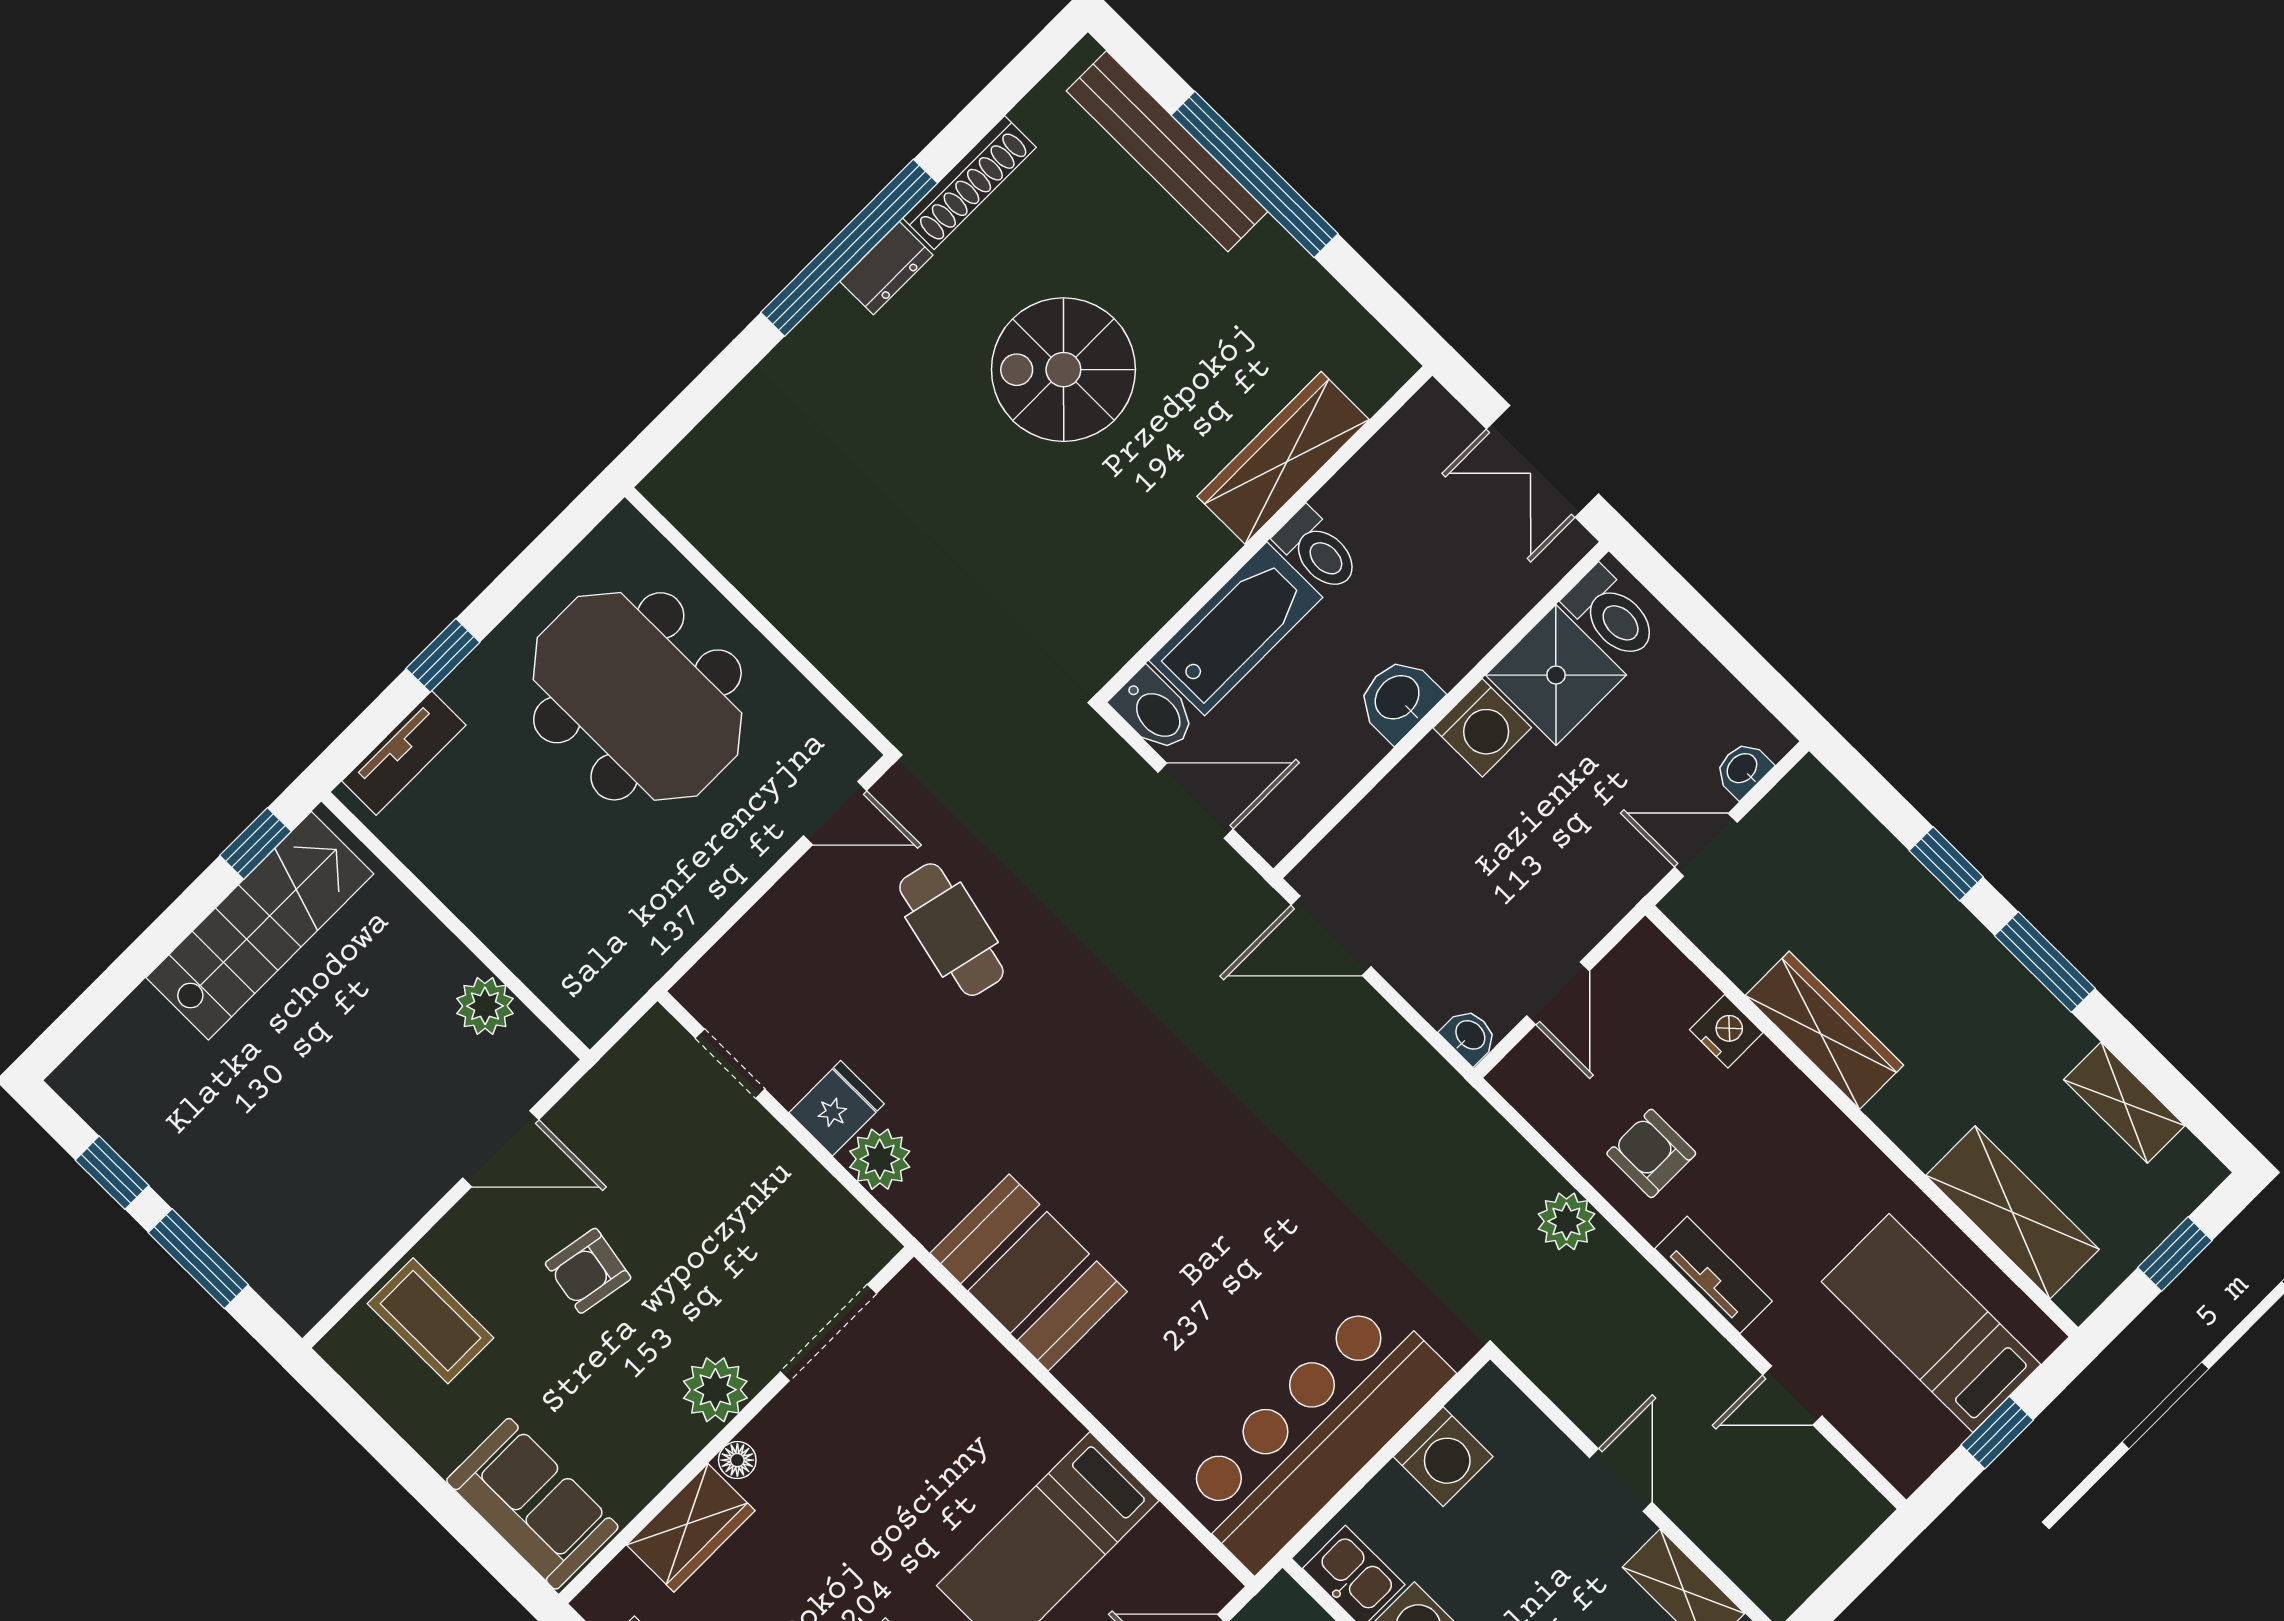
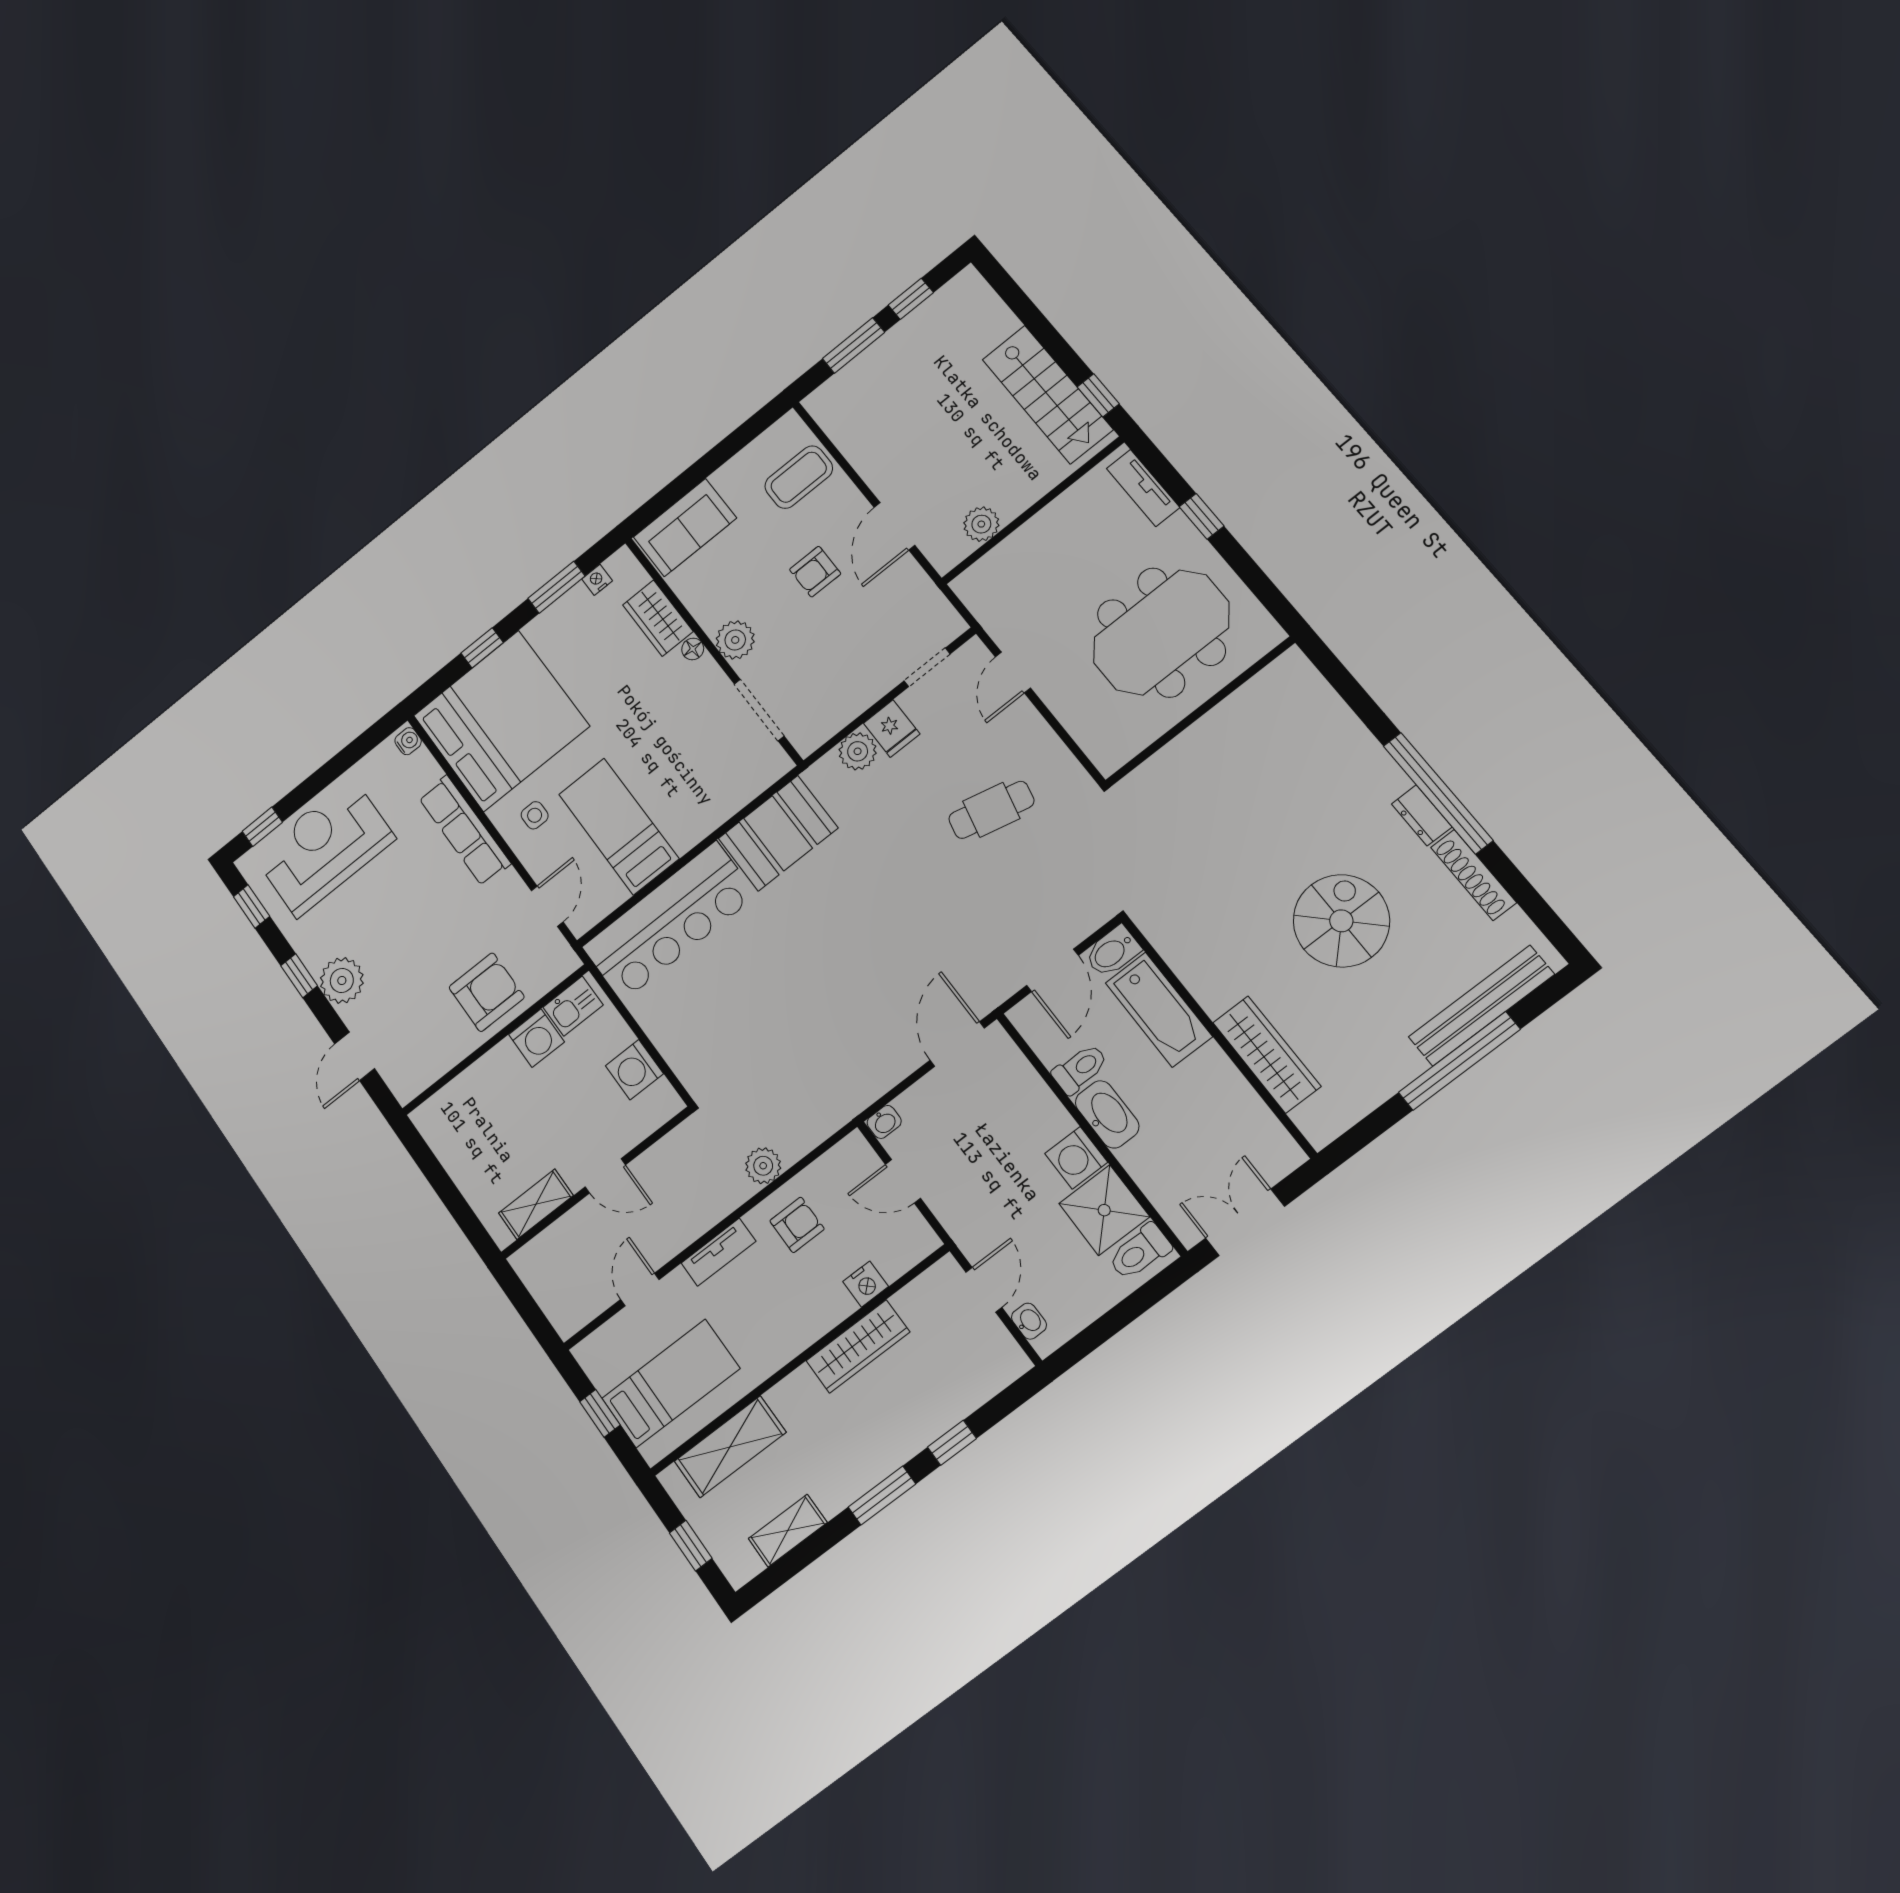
toilet: (1318, 550) -> (1080, 1069), moved, turned 180
washbasin: (1398, 699) -> (1107, 1114), width x1.38
door: (835, 813) -> (1013, 673), moved
armchair: (588, 1271) -> (815, 572), turned -100
bar counter: (1314, 1434) -> (669, 921), moved, turned 90

